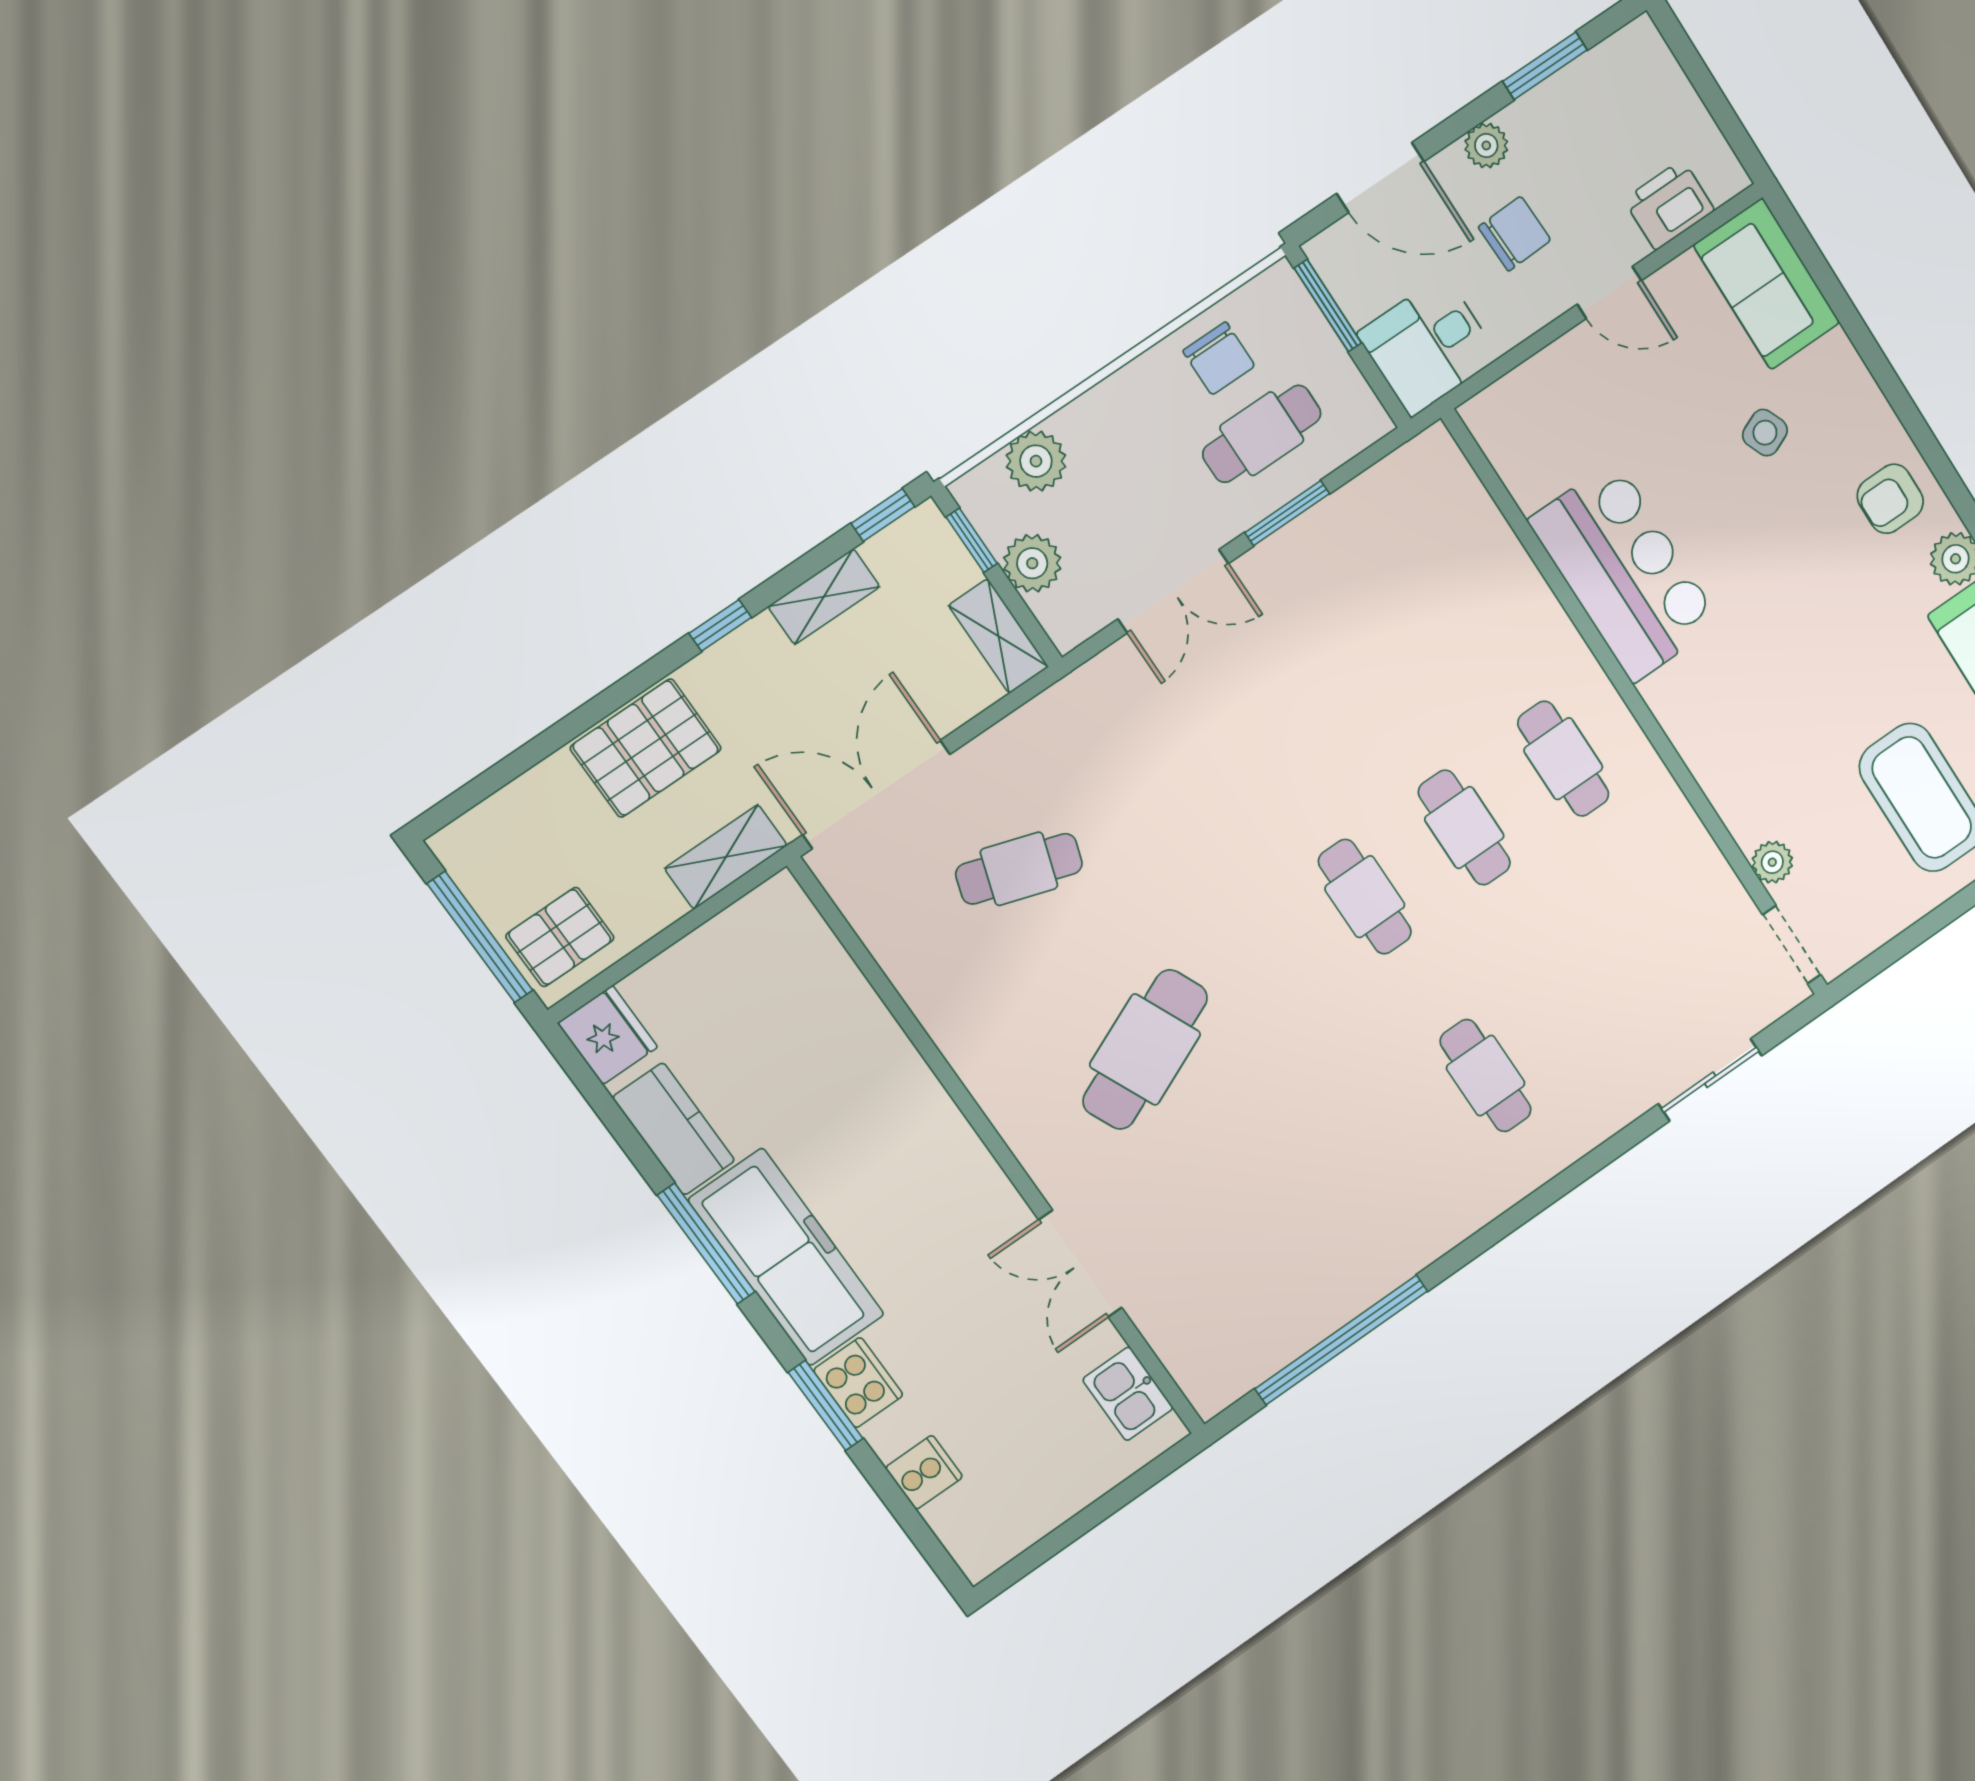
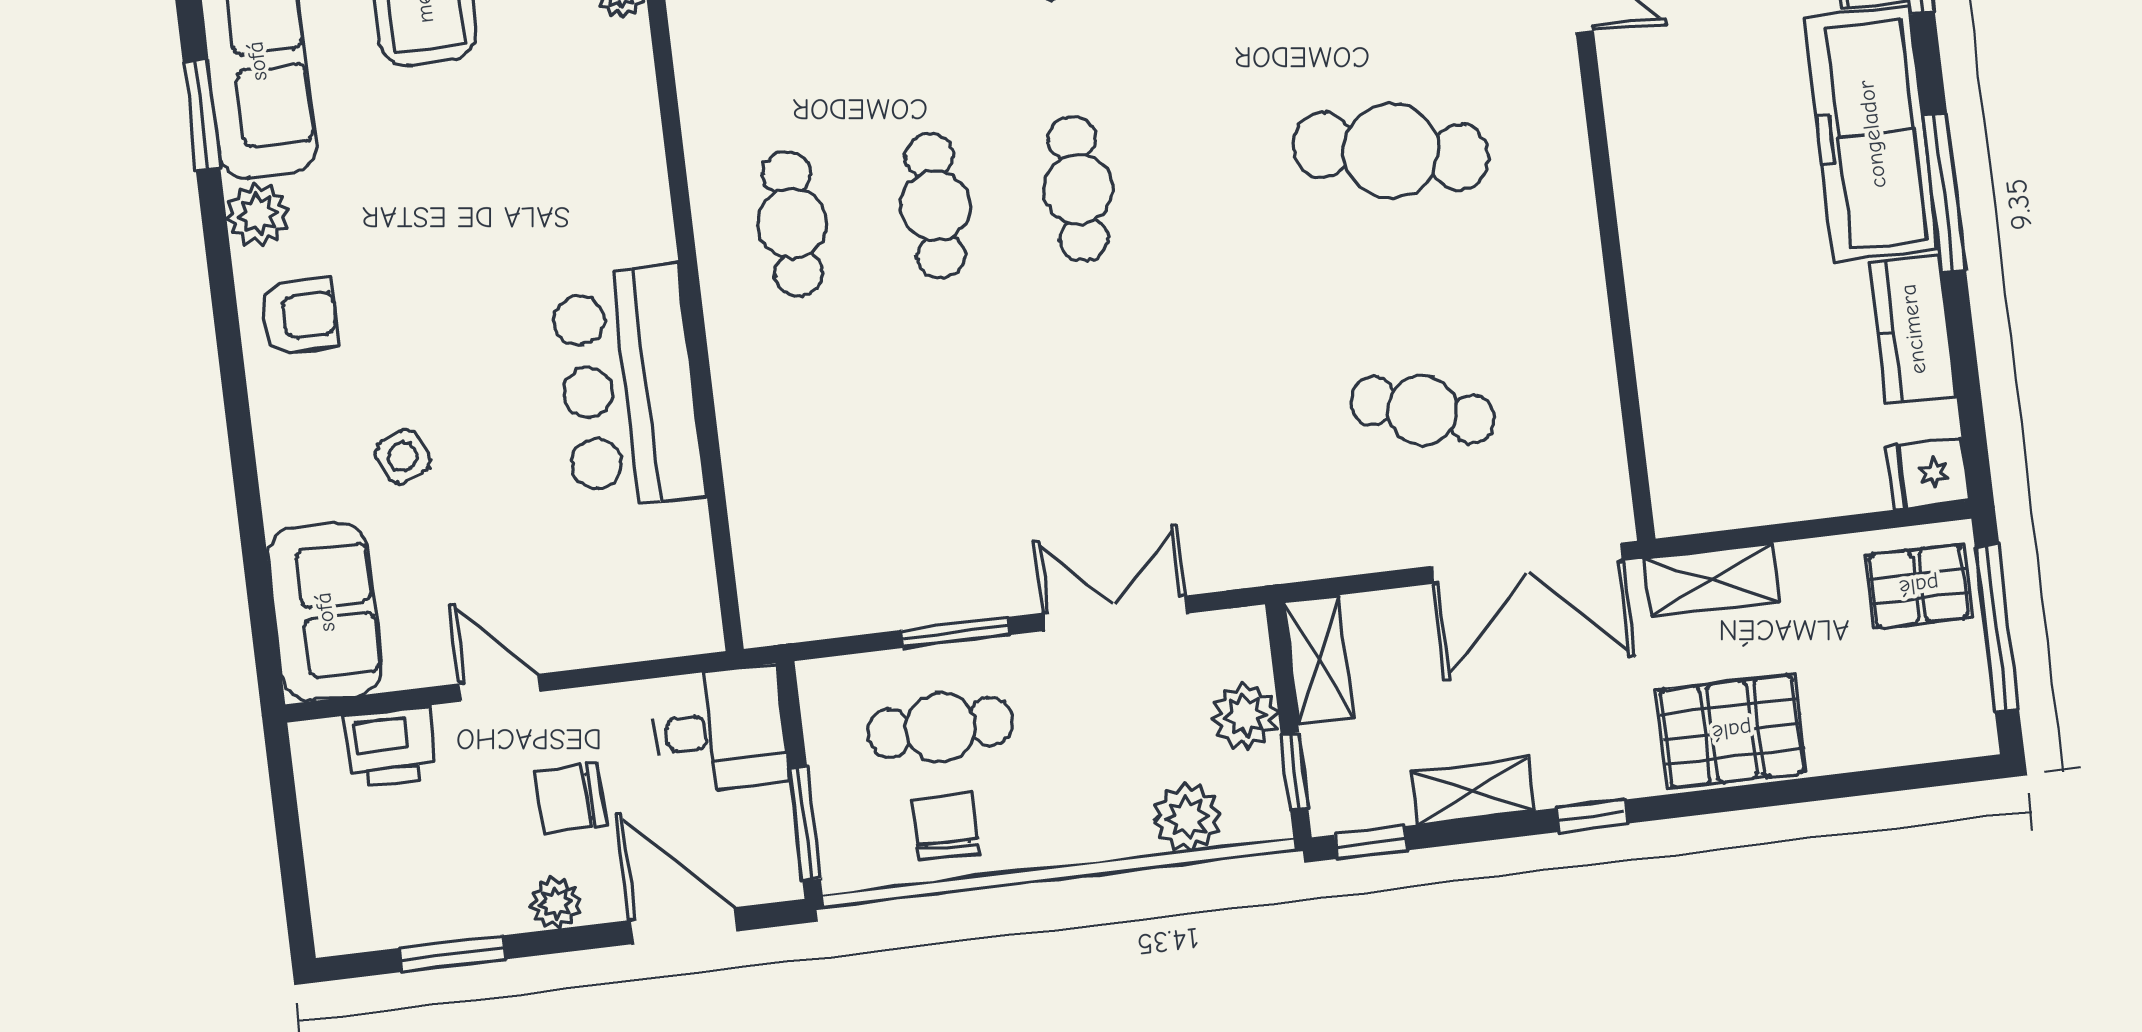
fridge: (608, 1035) -> (1928, 473), width x0.72
cafe table: (1145, 1050) -> (1391, 151), turned 36

